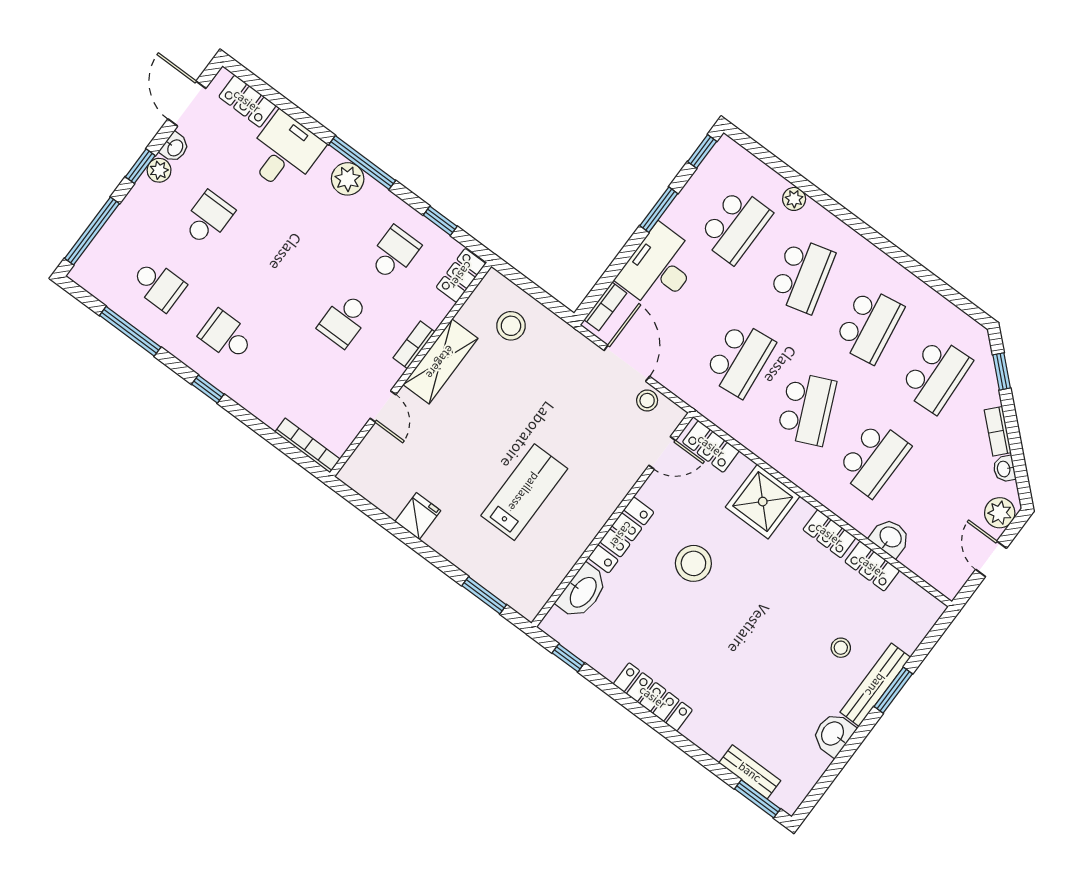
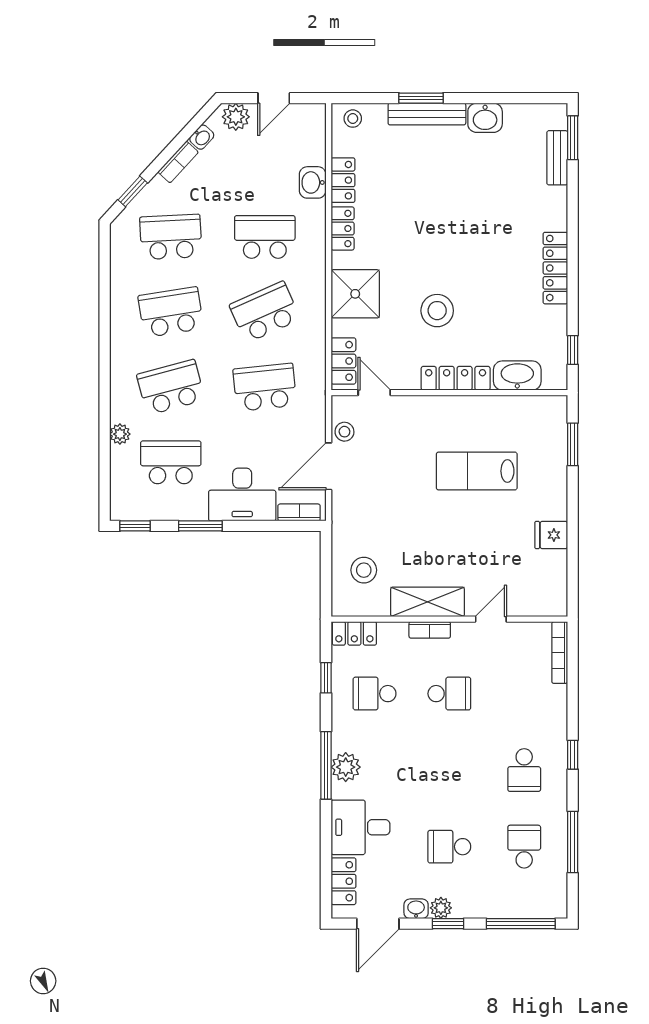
stool: (841, 648) -> (353, 119), moved

